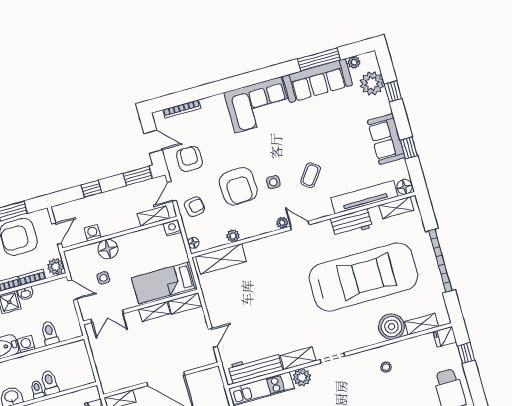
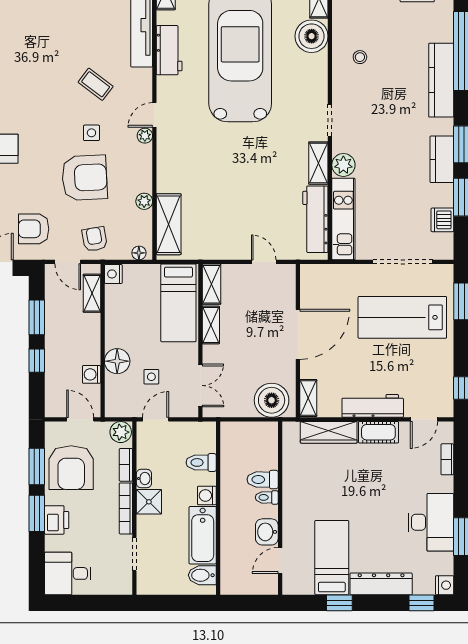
window: (138, 176) -> (37, 317), moved
boiler: (111, 373) -> (272, 400), added

